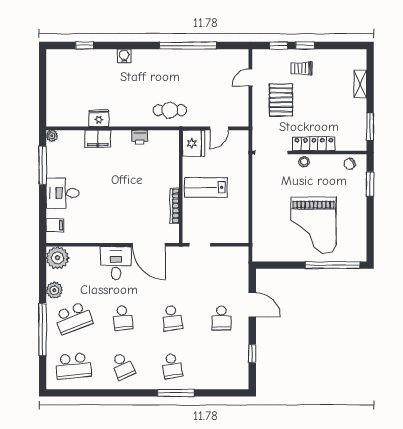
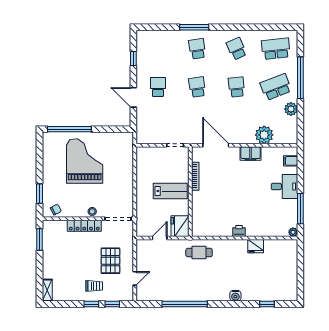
shelving: (360, 84) -> (47, 290), moved
printer: (140, 137) -> (239, 231), moved
filing cabinet: (98, 139) -> (251, 154), moved, turned 180
plant: (58, 258) -> (264, 135), moved
desk: (116, 263) -> (242, 131), removed

